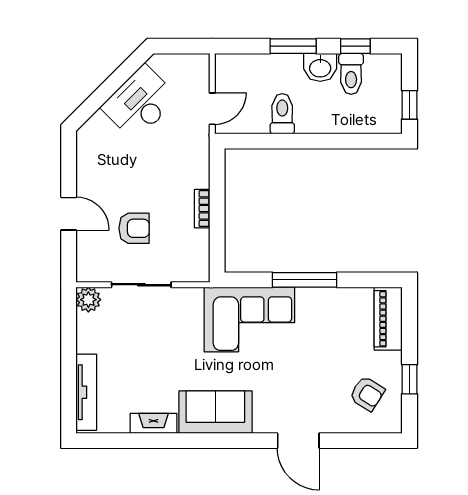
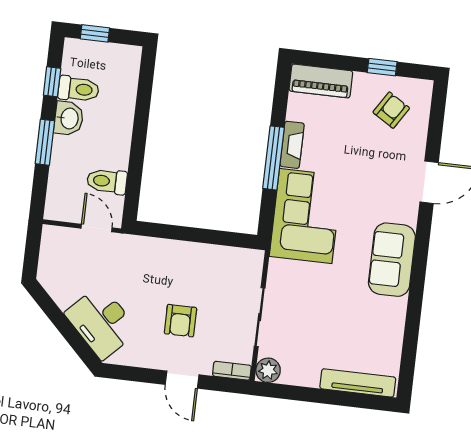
desk: (140, 103) -> (102, 322), moved
window: (409, 105) -> (95, 33), moved
toilet: (282, 114) -> (107, 181), moved
bookcase: (202, 209) -> (232, 371), moved, turned 180
door: (69, 214) -> (182, 380), swing flipped
armchair: (134, 228) -> (180, 321), moved, turned 180
fireplace: (154, 423) -> (292, 145), moved, turned 180

